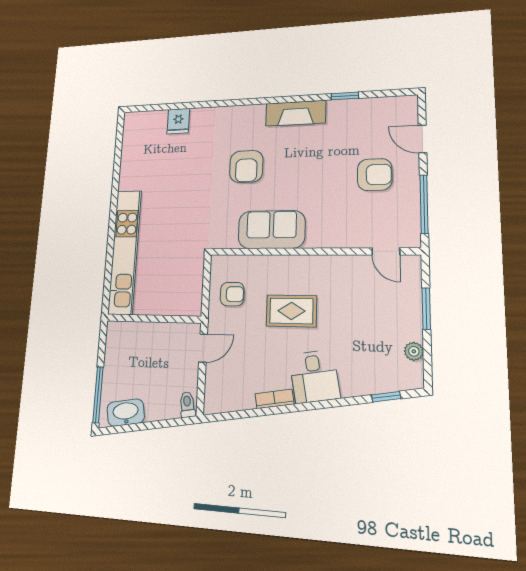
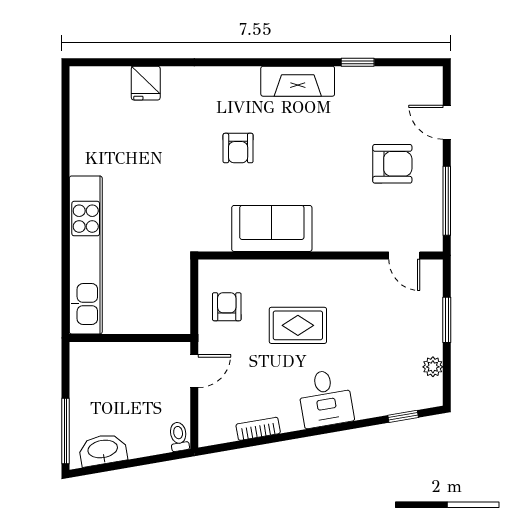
armchair: (246, 166) -> (238, 148), width x0.72, depth x0.72
armchair: (232, 294) -> (227, 307), turned -90
bookcase: (274, 399) -> (258, 429), moved

